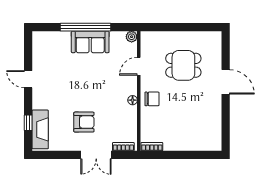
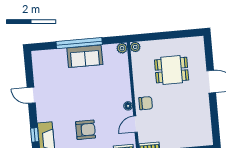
plant: (146, 37) -> (135, 47), added
door: (139, 66) -> (135, 124), moved

